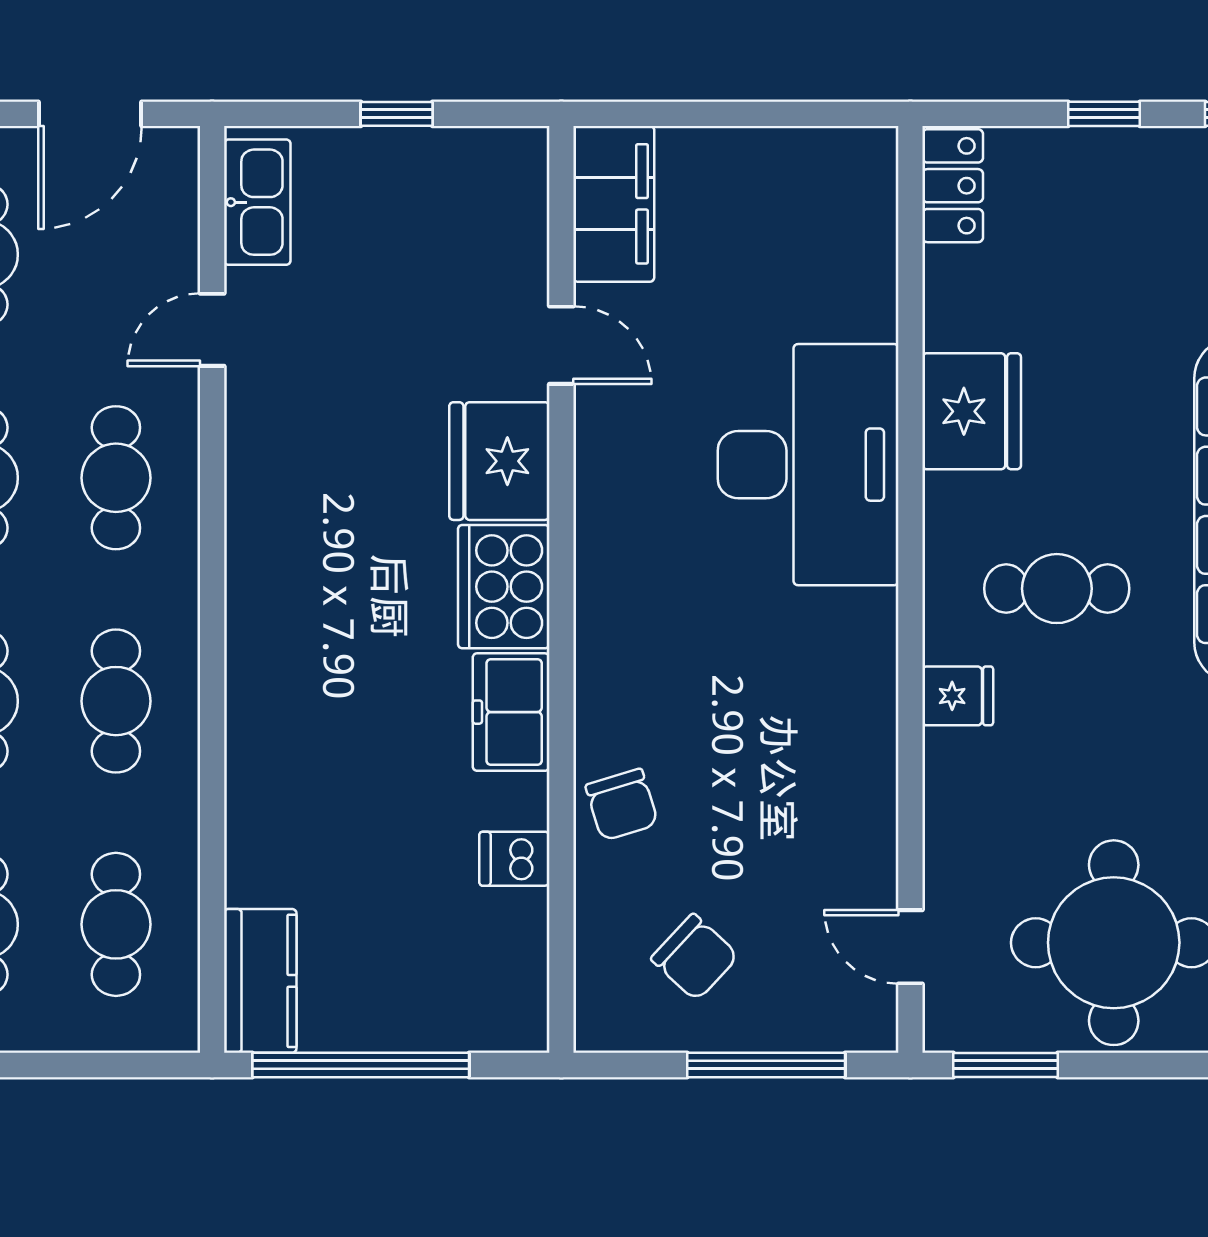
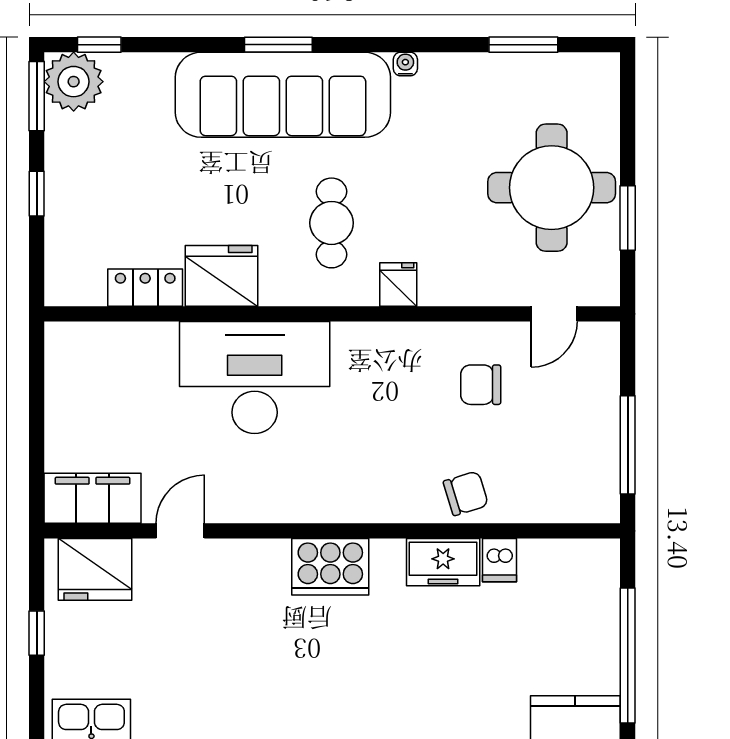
locker: (953, 186) -> (145, 288), moved
fridge: (499, 461) -> (95, 569), moved
freezer: (511, 712) -> (443, 562), moved
chair: (695, 957) -> (481, 385), moved, turned -133
window: (766, 1065) -> (628, 445), moved
window: (1005, 1065) -> (628, 218), moved

